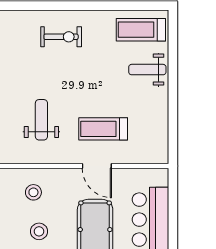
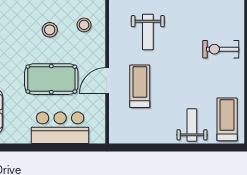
exercise bike: (61, 37) -> (221, 49), turned 90
weight bench: (41, 120) -> (148, 32), turned 90

